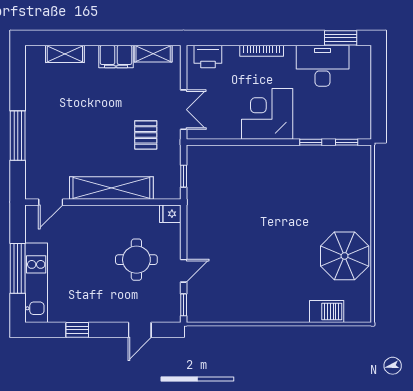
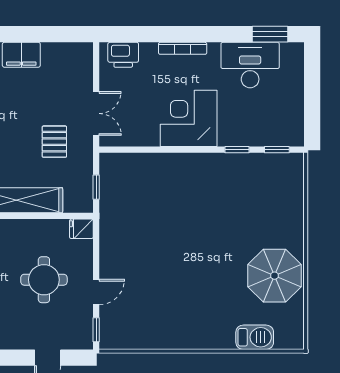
shelving: (153, 54) -> (62, 52), removed

